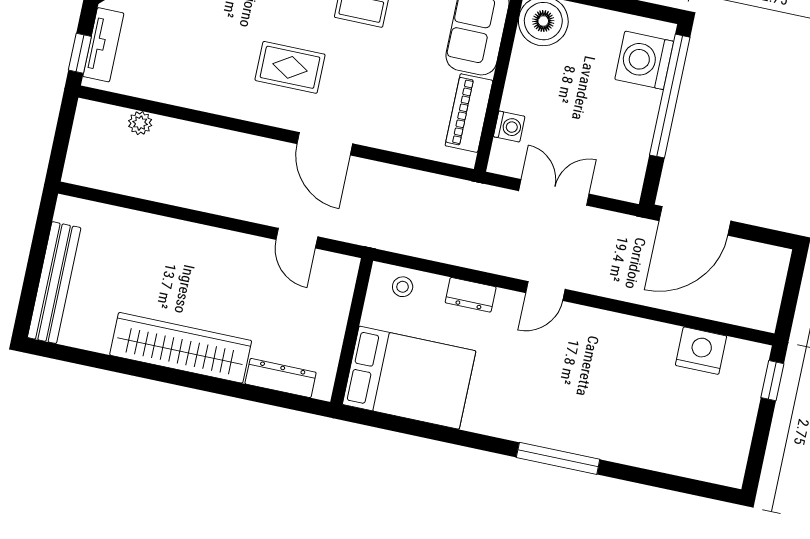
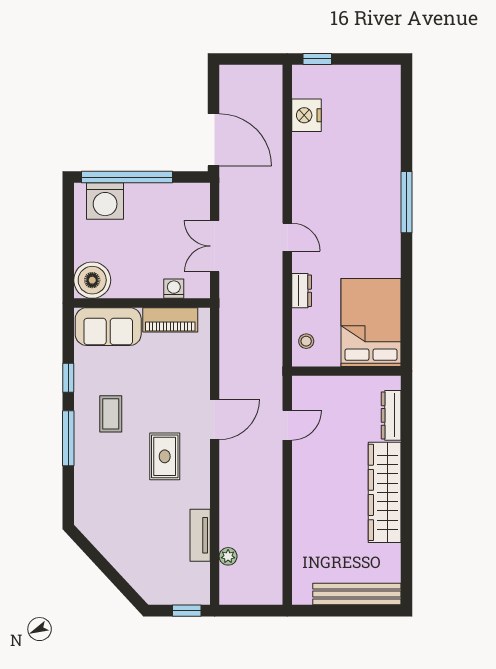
tv unit: (103, 45) -> (200, 535), moved, turned -90

